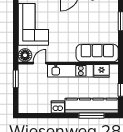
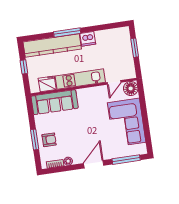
armchair: (107, 19) -> (49, 140), added
window: (16, 79) -> (135, 48), moved
window: (92, 116) -> (67, 33), moved

